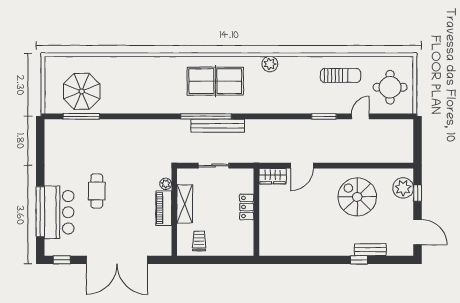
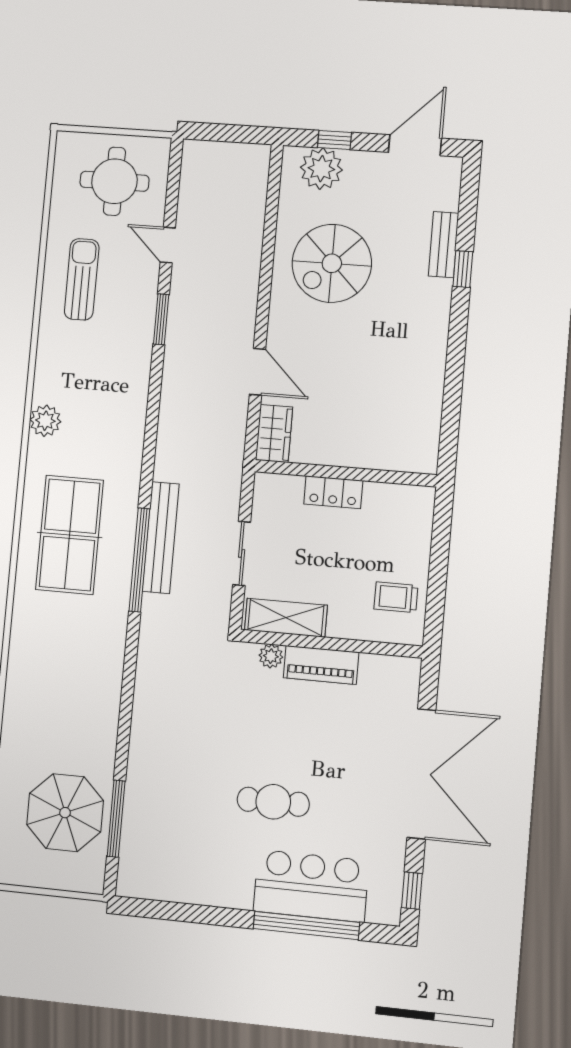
shelving: (185, 204) -> (286, 618), moved

